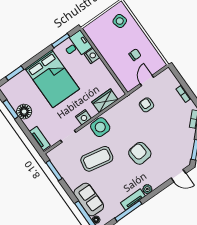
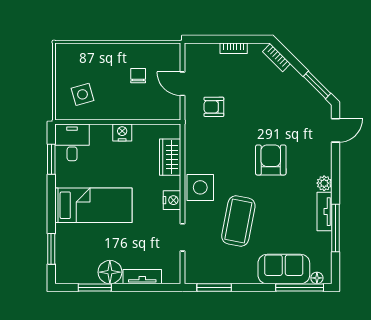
side table: (120, 21) -> (82, 94), moved
nightstand: (92, 56) -> (122, 132), moved
bed: (52, 79) -> (93, 205), width x0.67
tv unit: (40, 139) -> (142, 277), moved
armchair: (140, 153) -> (271, 160), turned 96

